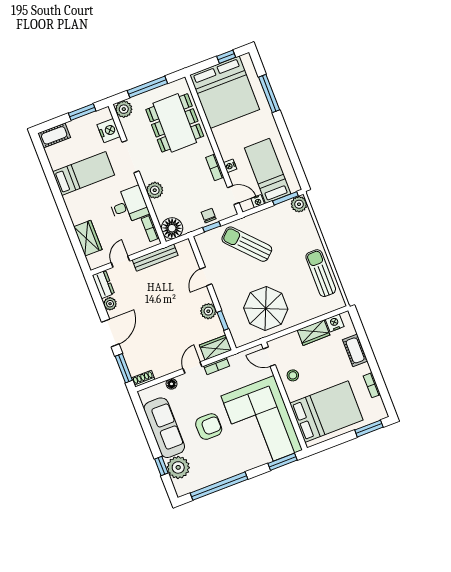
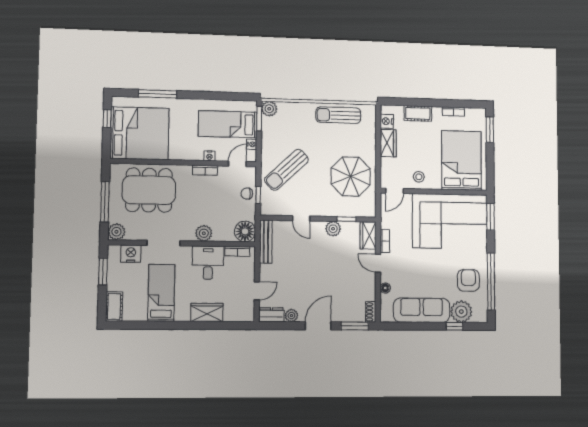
wardrobe: (88, 238) -> (207, 312), moved
bench: (155, 258) -> (266, 242), moved
door: (120, 262) -> (257, 291), swing flipped
door: (110, 333) -> (318, 326), hinge flipped
armchair: (209, 427) -> (468, 280), moved

